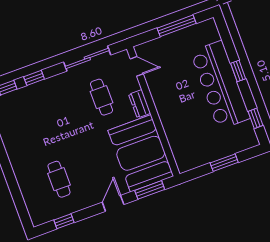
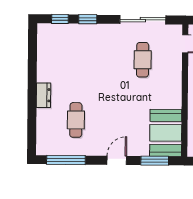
dresser: (140, 104) -> (43, 95), moved, turned 180
booth: (141, 153) -> (166, 133), width x0.73, depth x0.70
window: (64, 221) -> (66, 160), width x2.17

